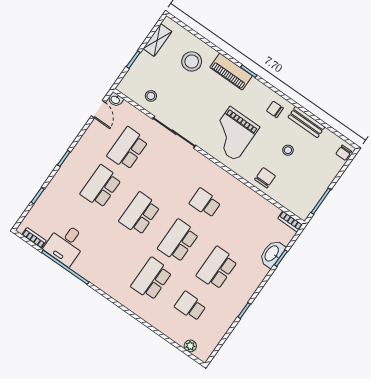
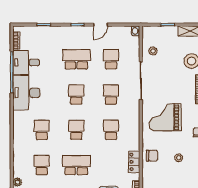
door: (98, 109) -> (100, 25), moved
school desk: (128, 148) -> (111, 59), width x0.54
school desk: (166, 176) -> (111, 95), added
locker: (258, 202) -> (134, 162), added
school desk: (140, 214) -> (76, 95), width x0.54
school desk: (178, 241) -> (76, 130), width x0.54
desk: (99, 267) -> (26, 93), added
school desk: (152, 279) -> (42, 130), width x0.54

